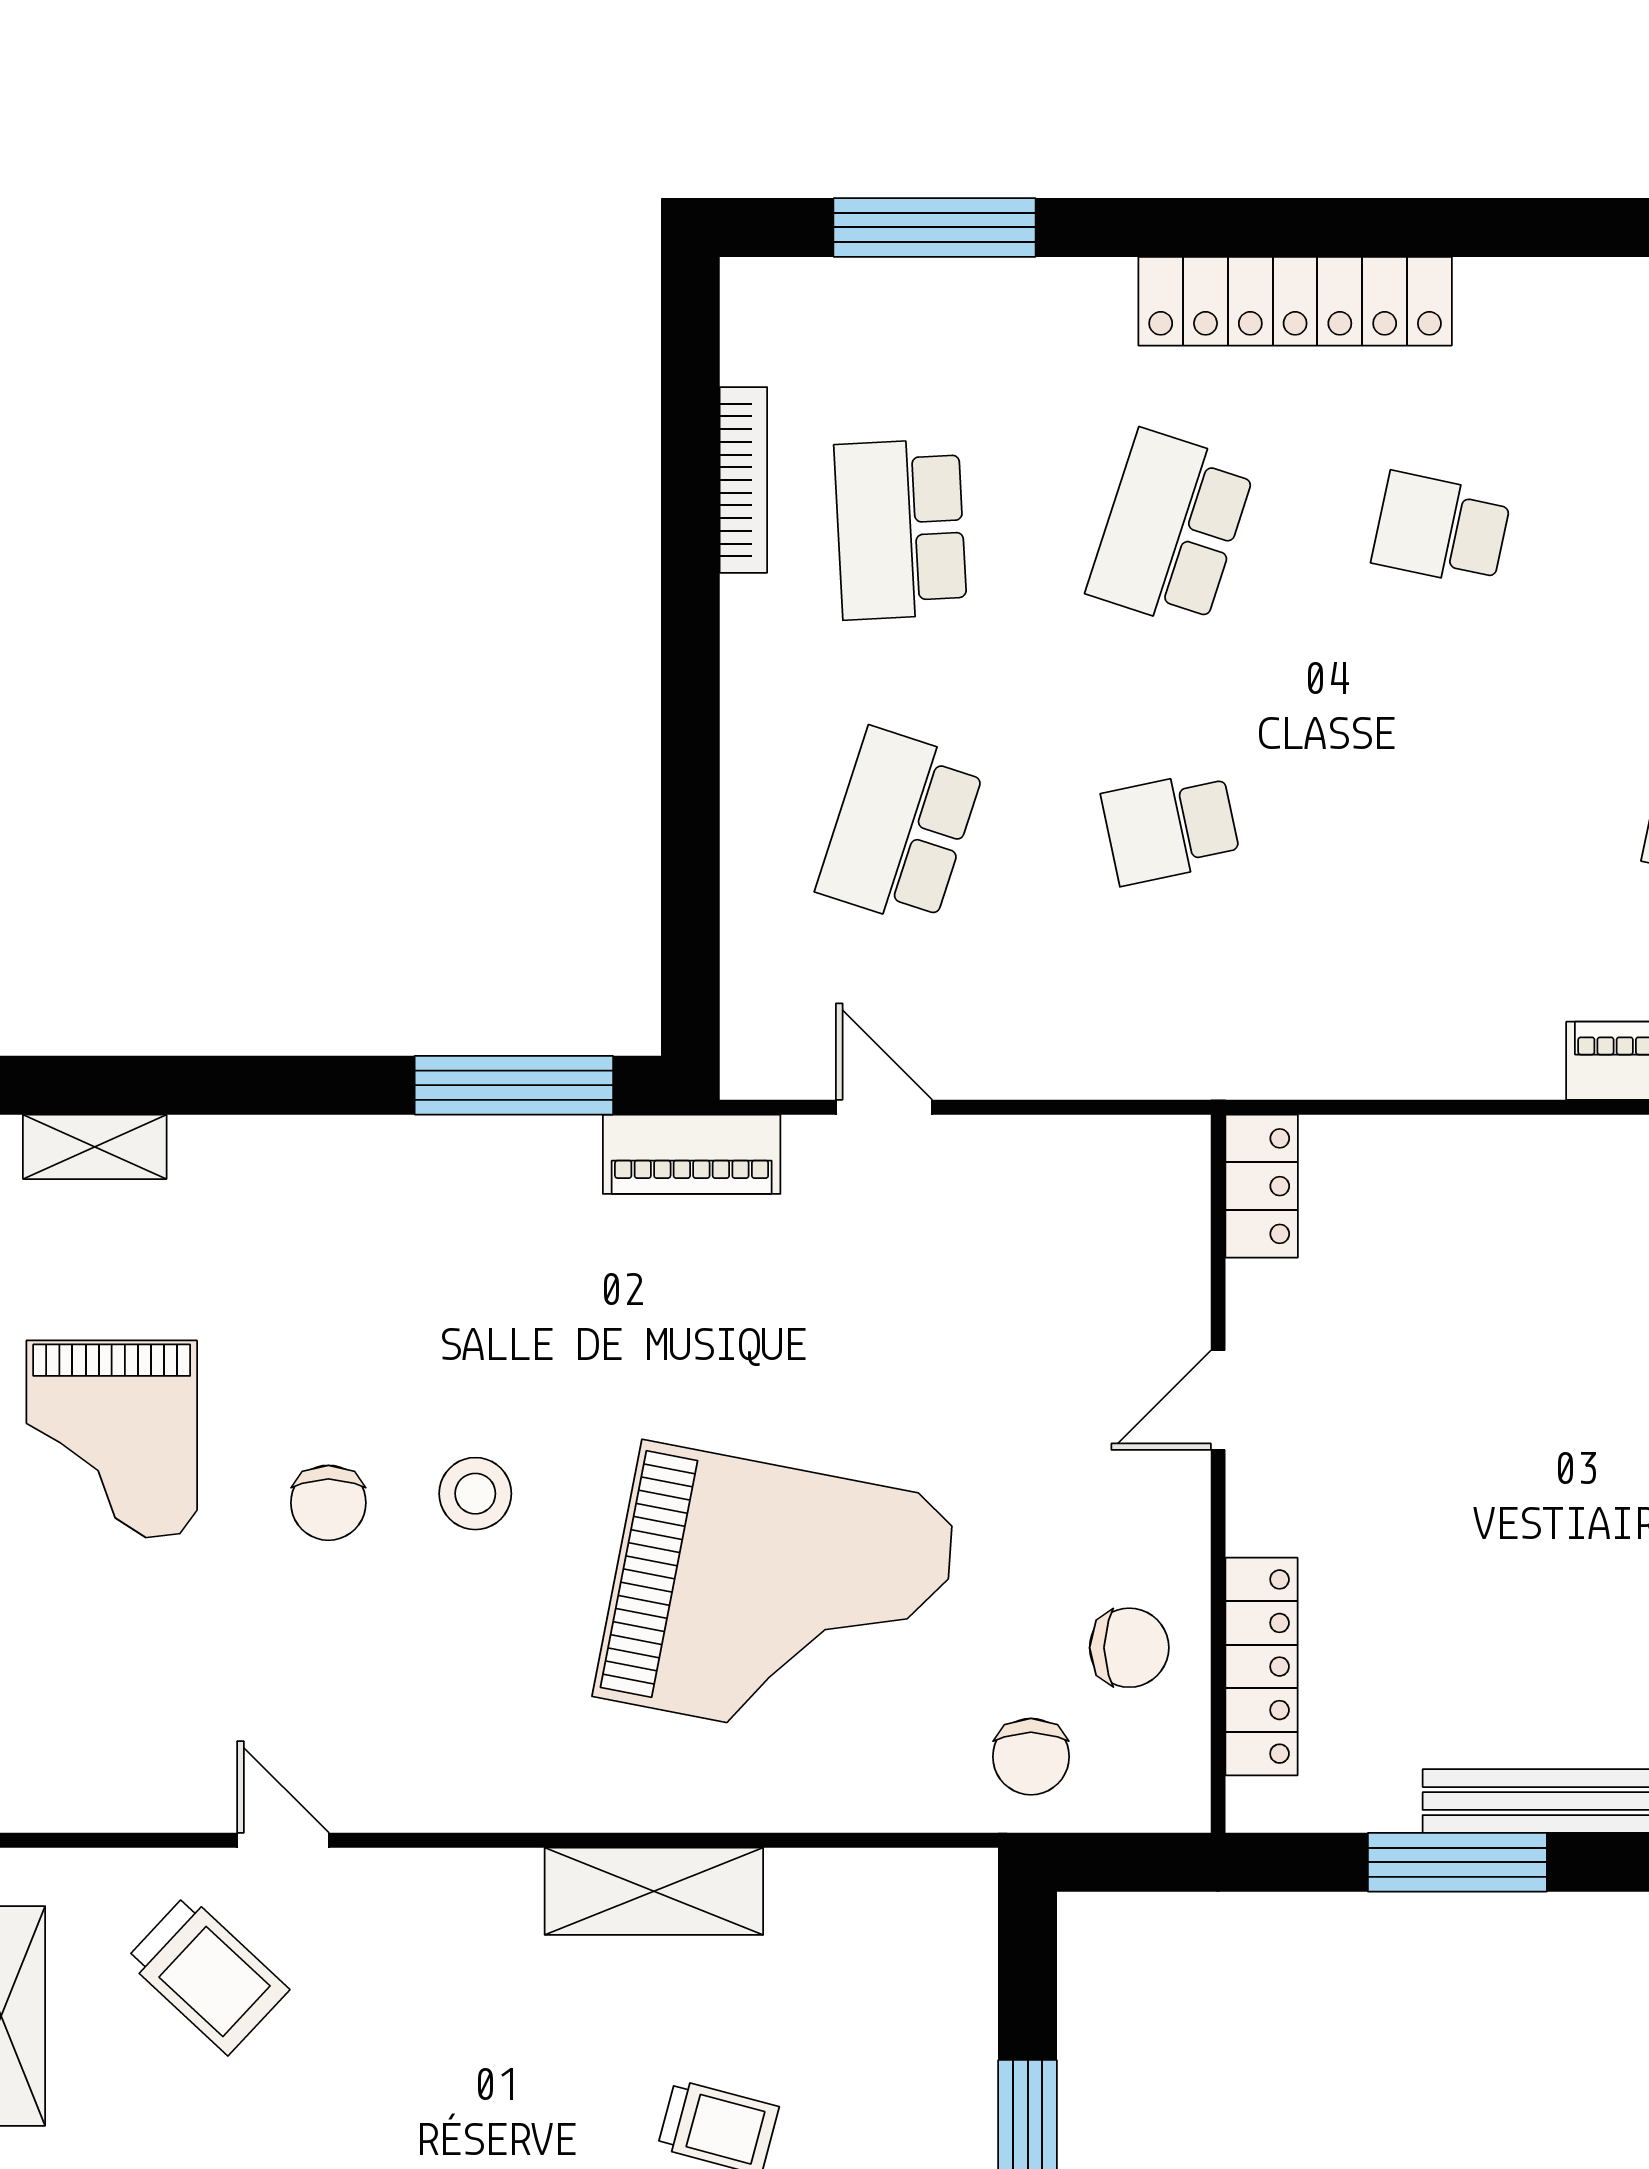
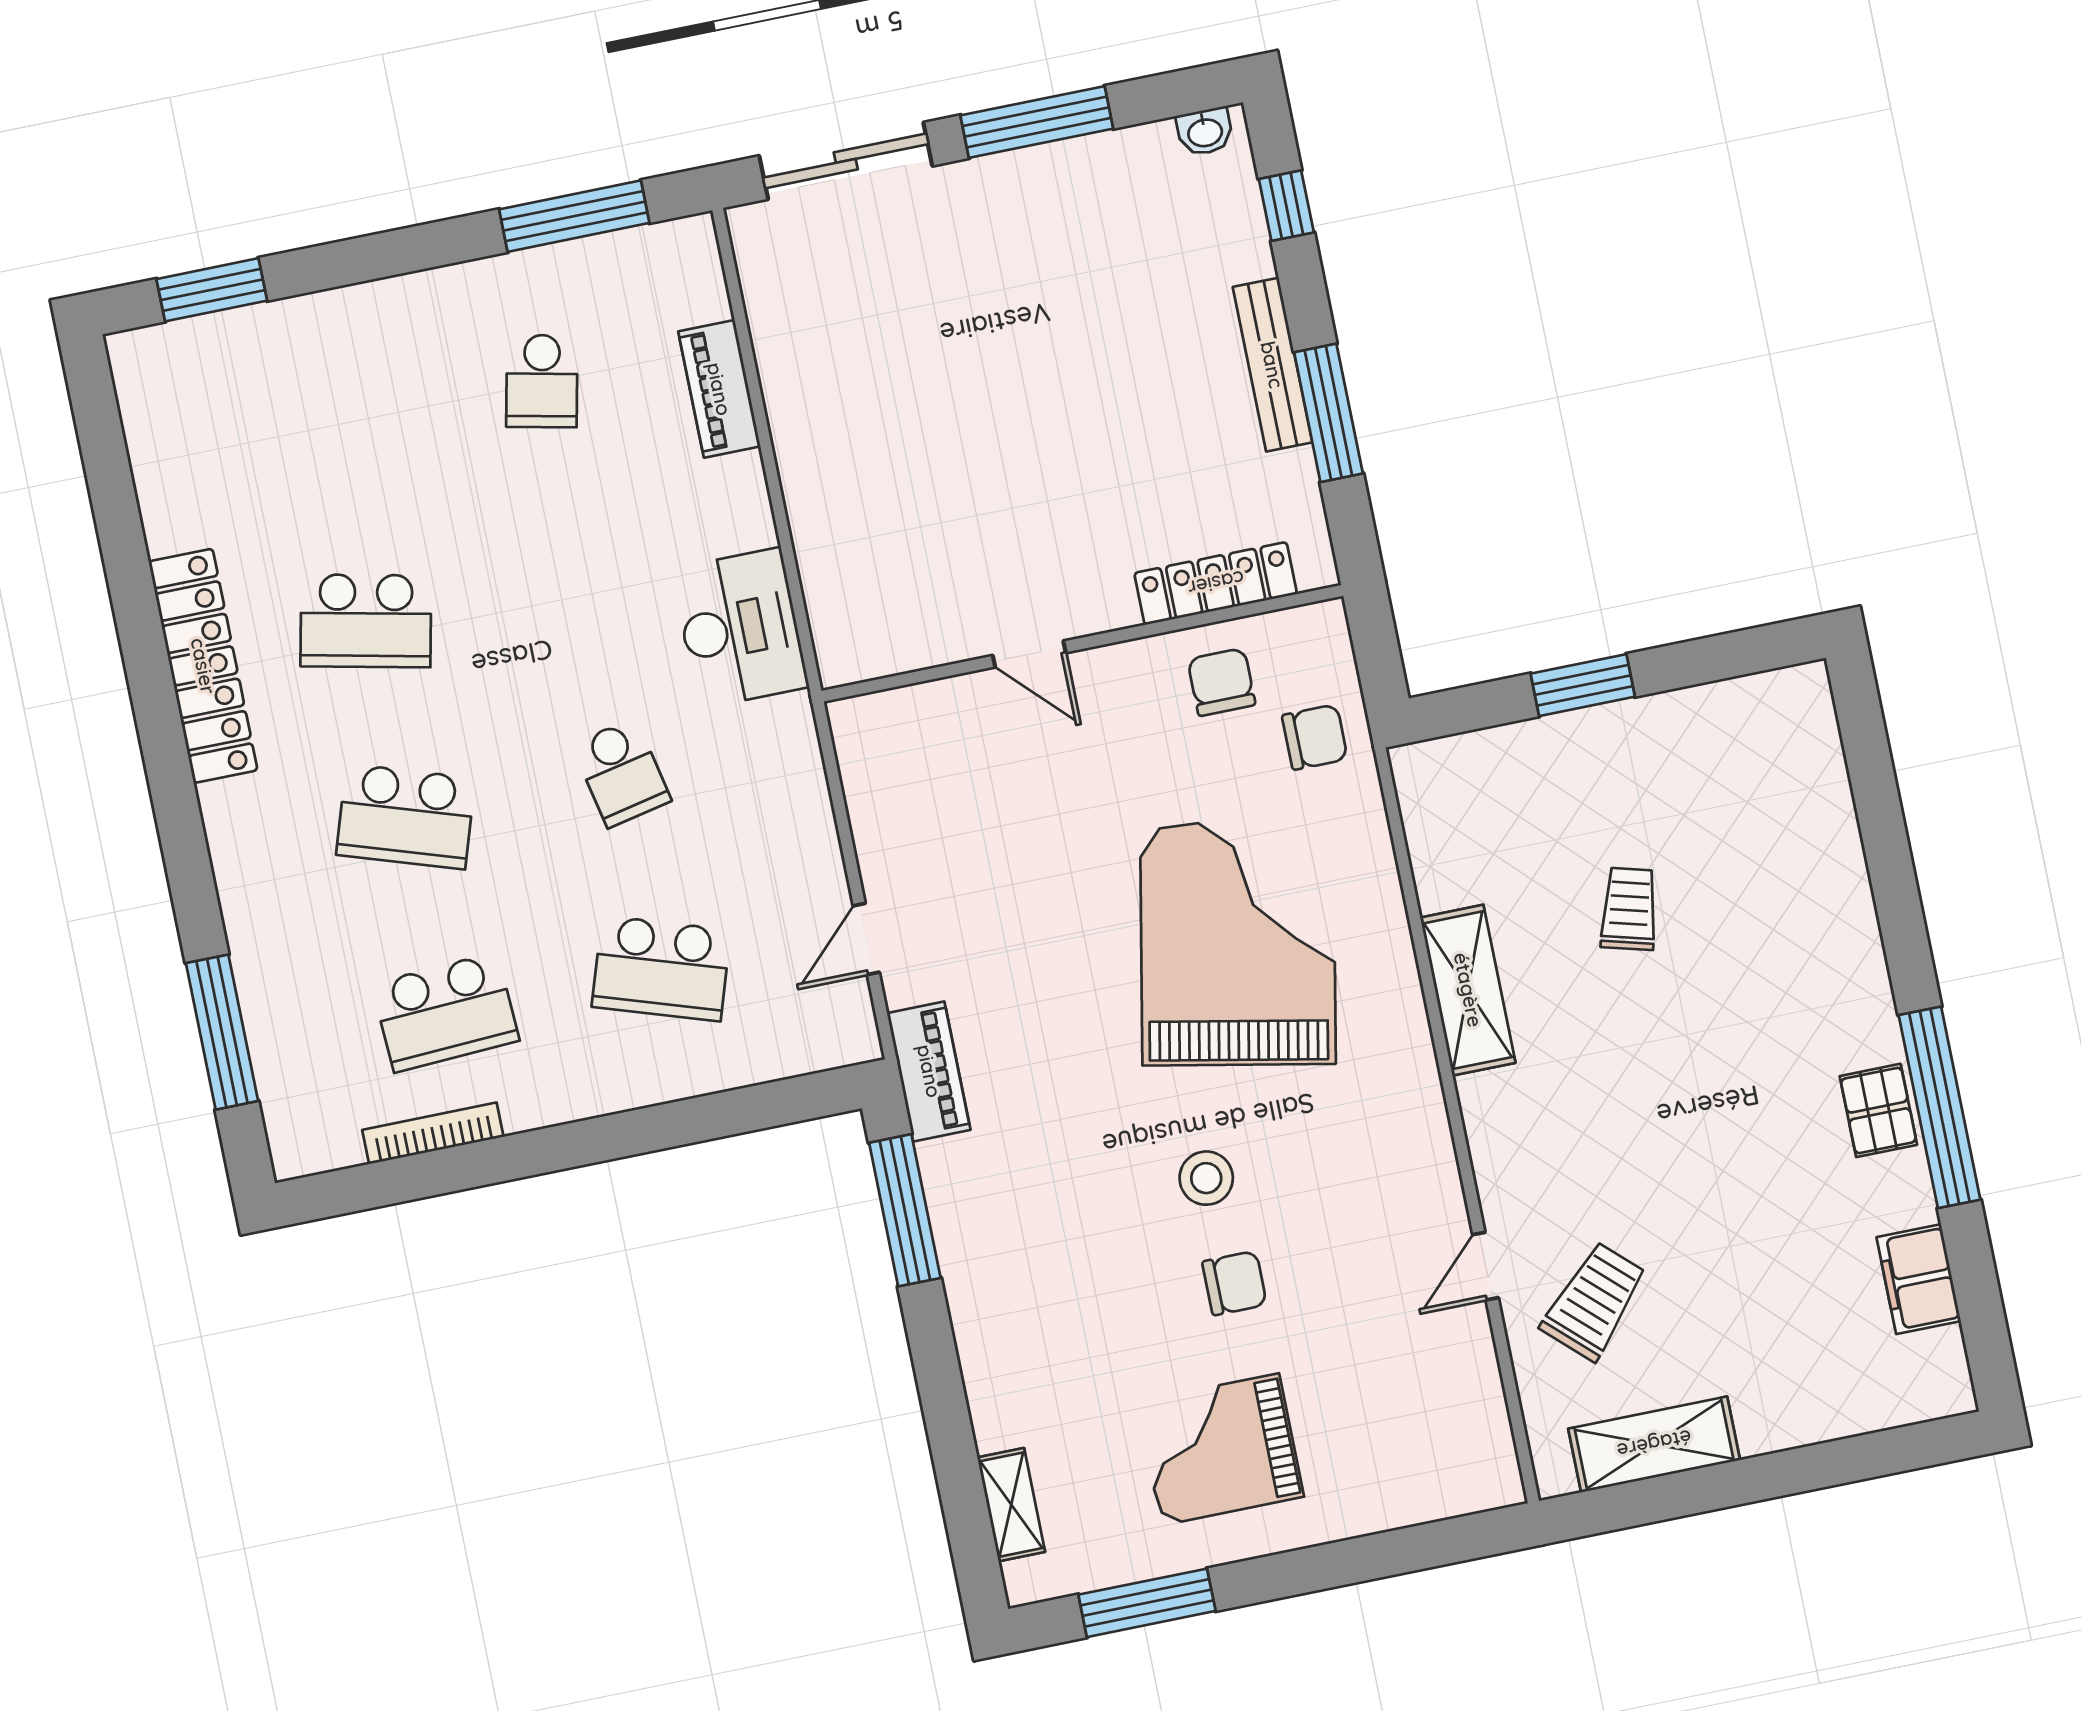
locker: (1295, 301) -> (203, 666), moved
school desk: (1441, 529) -> (366, 621), width x1.85
desk: (1331, 1024) -> (740, 628), added
locker: (1262, 1186) -> (868, 654), removed
grand piano: (112, 1439) -> (1220, 1449), turned 180

